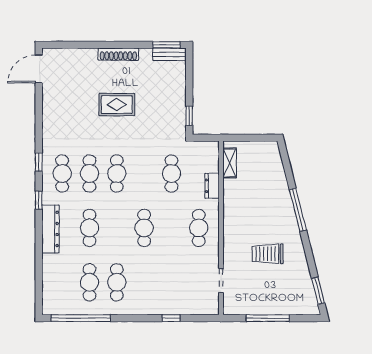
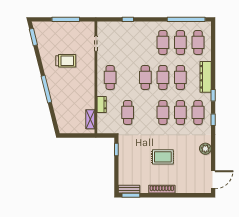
plant: (51, 117) -> (205, 149), added
cafe table: (117, 228) -> (163, 77), added
cafe table: (62, 282) -> (198, 42), added

